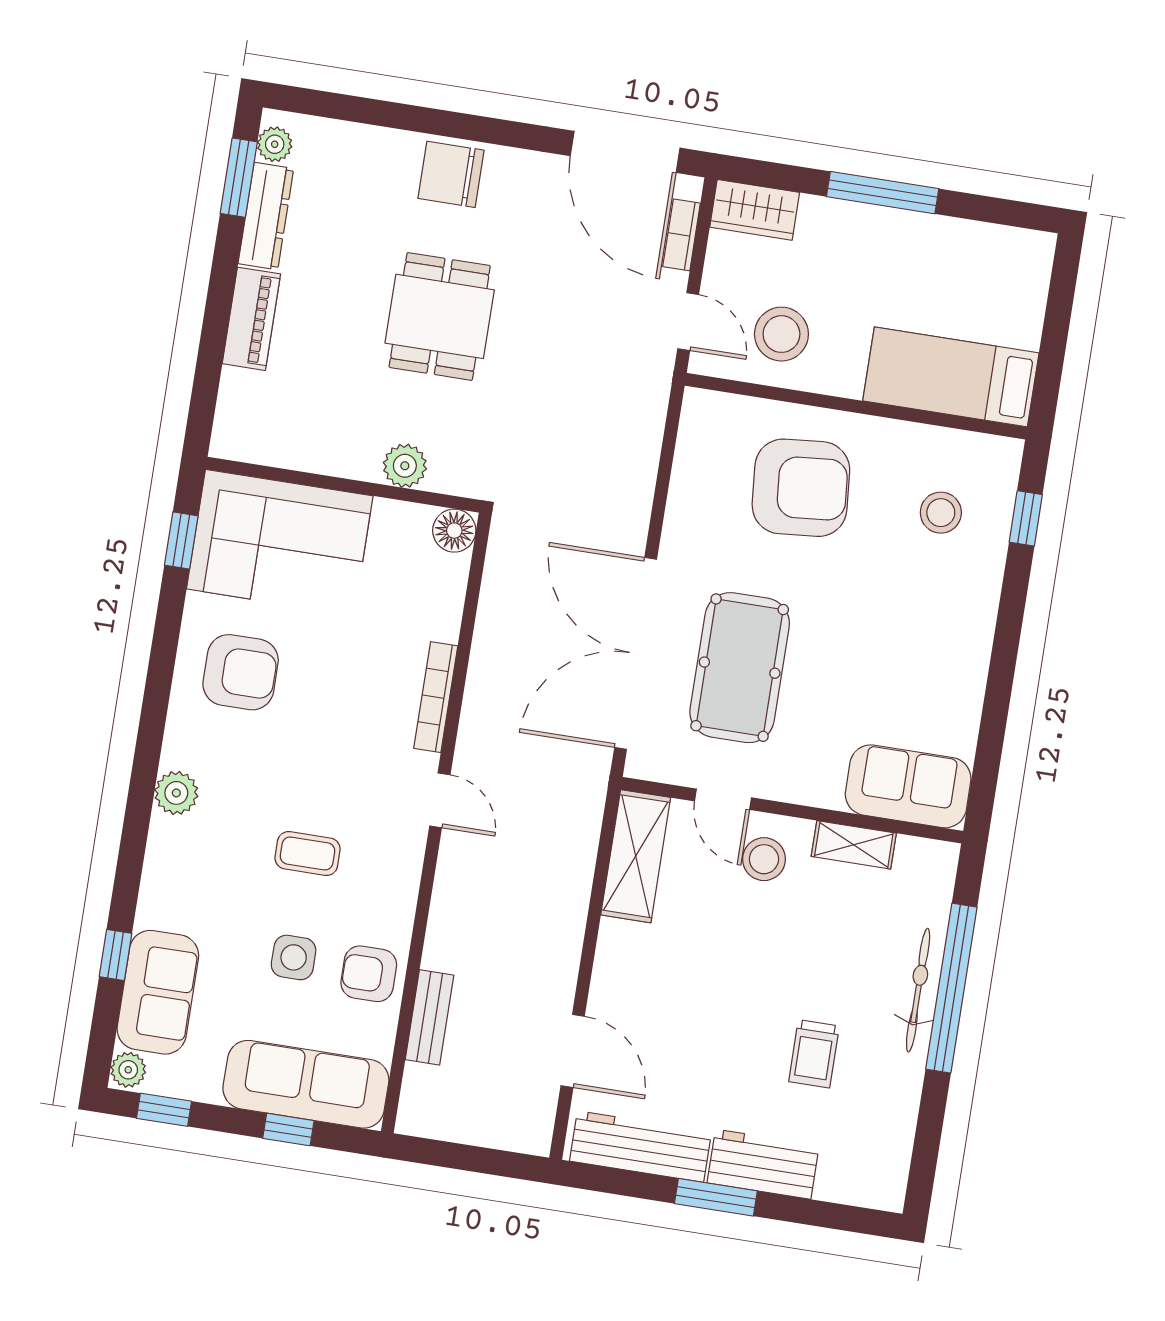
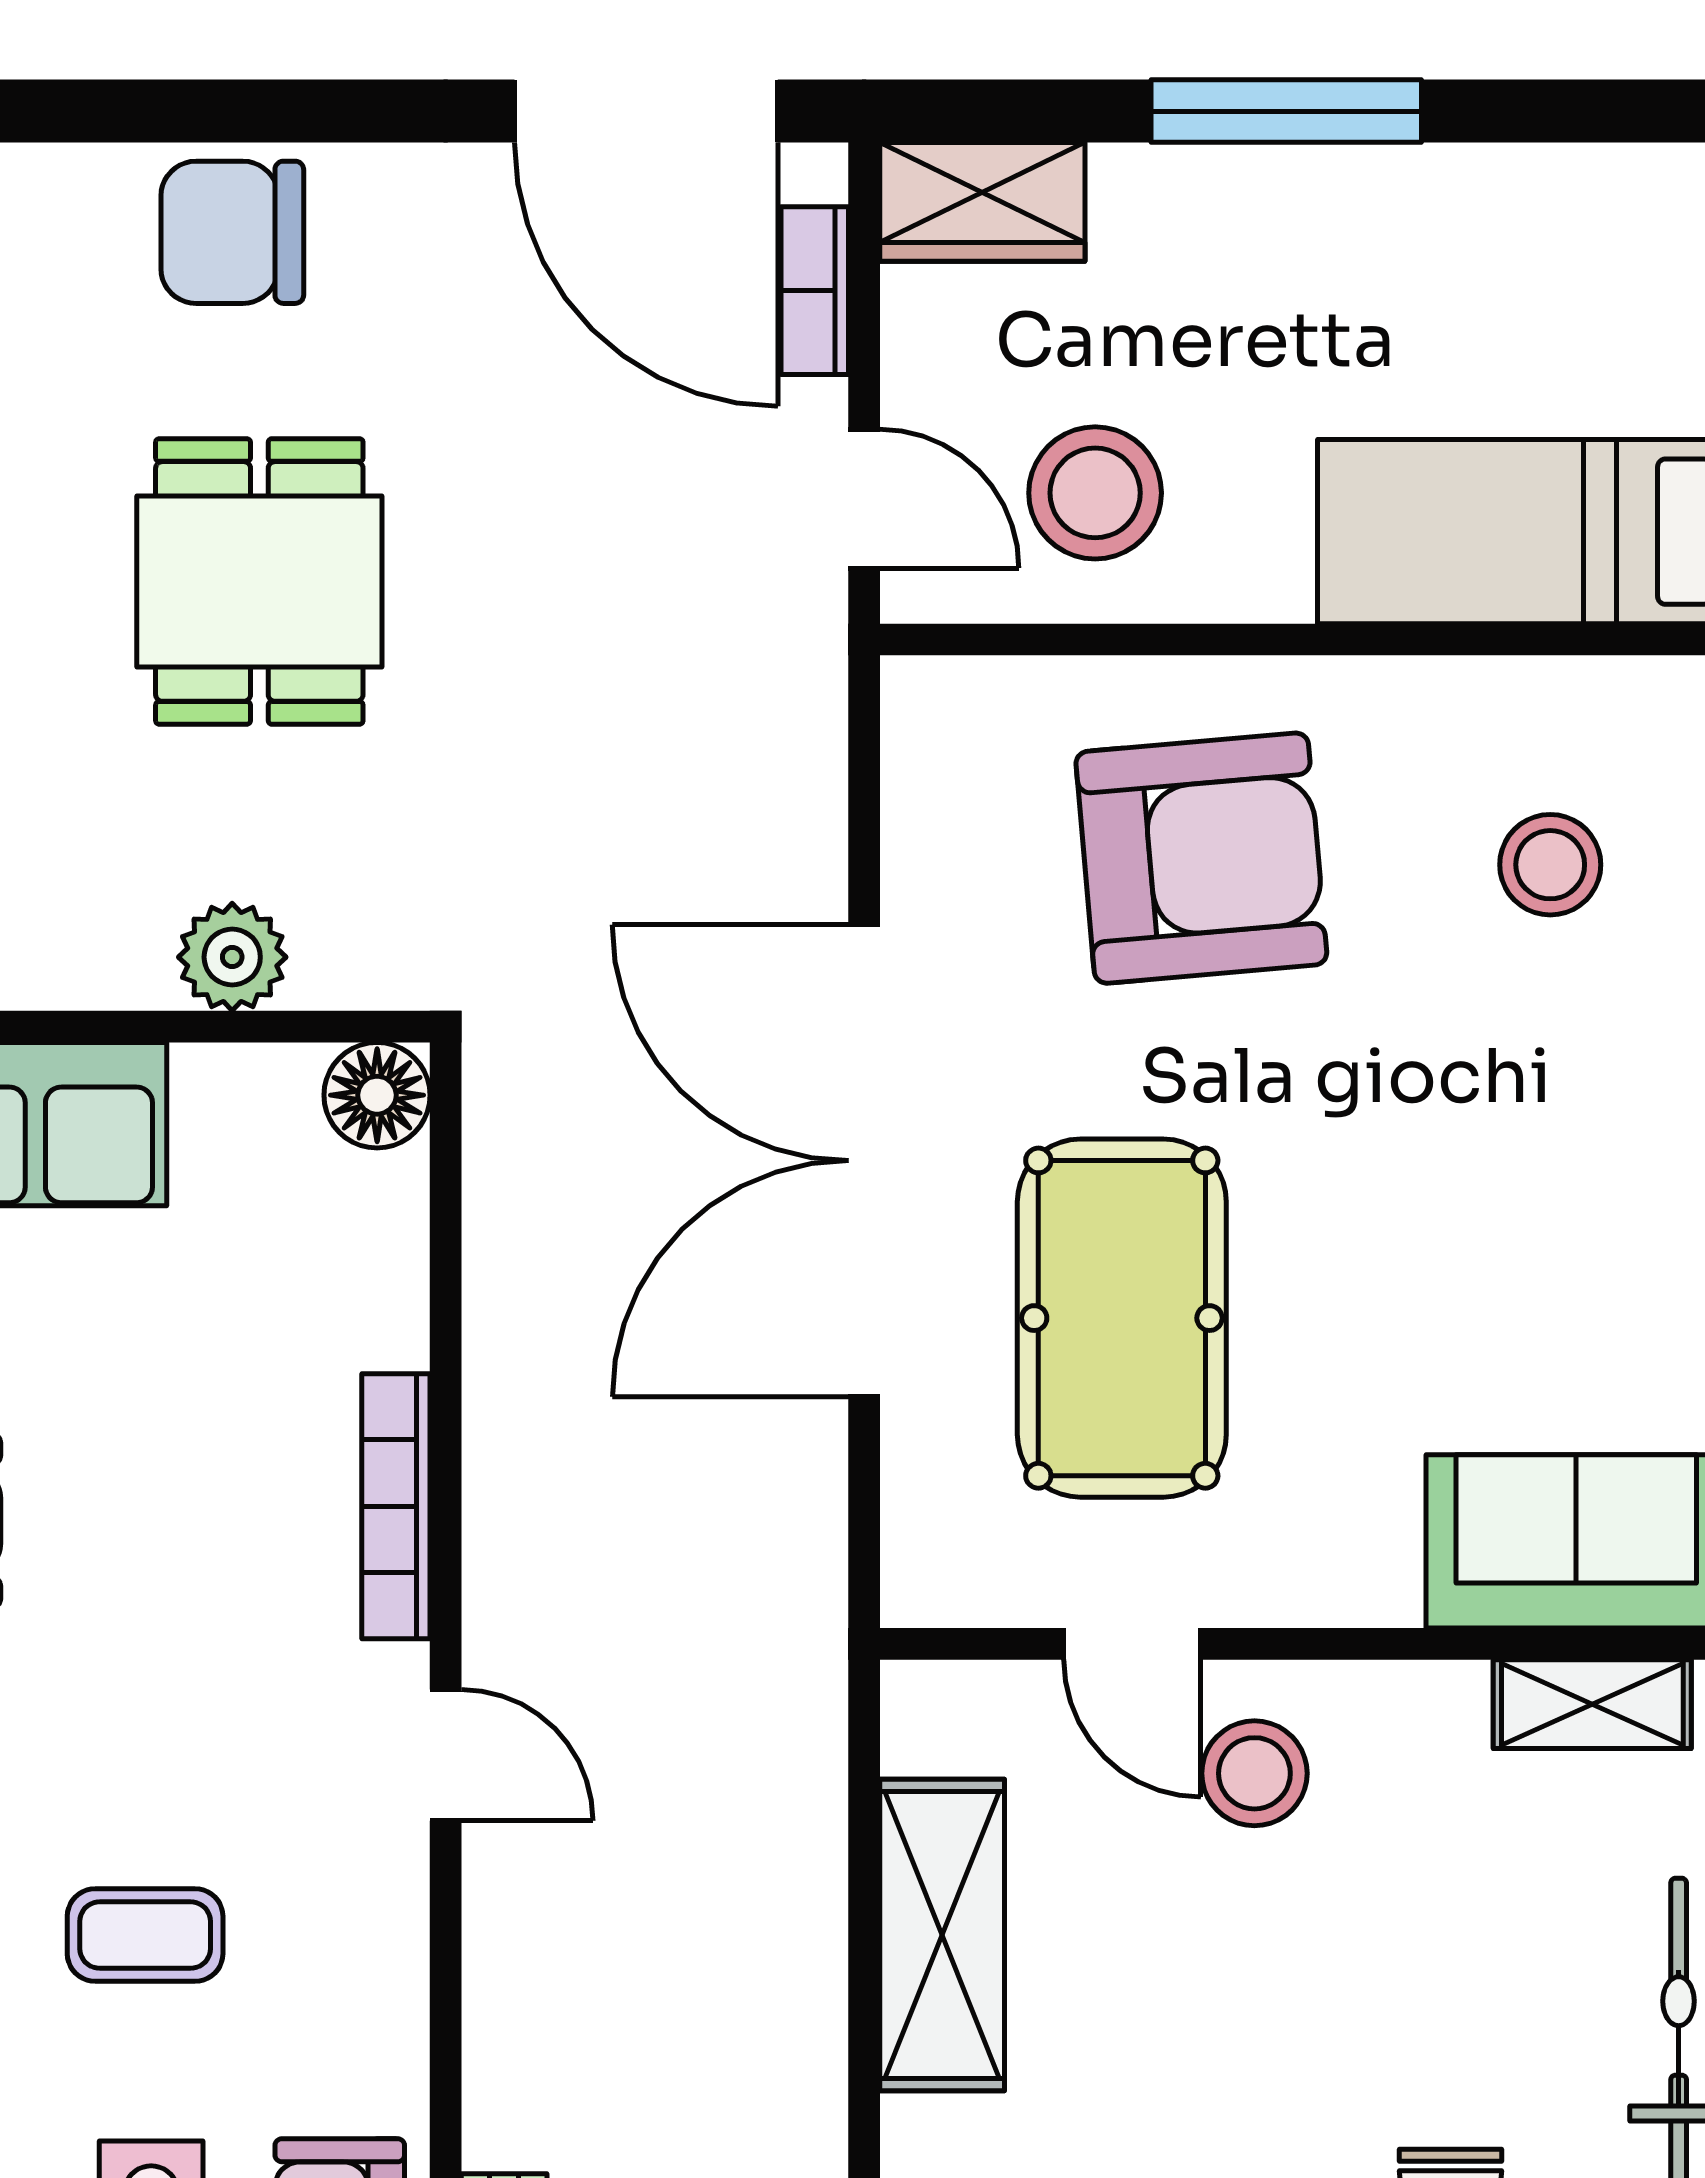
double door: (636, 653) -> (864, 1161), moved
shelving: (854, 845) -> (1592, 1704), moved
shelving: (636, 856) -> (942, 1935), moved

